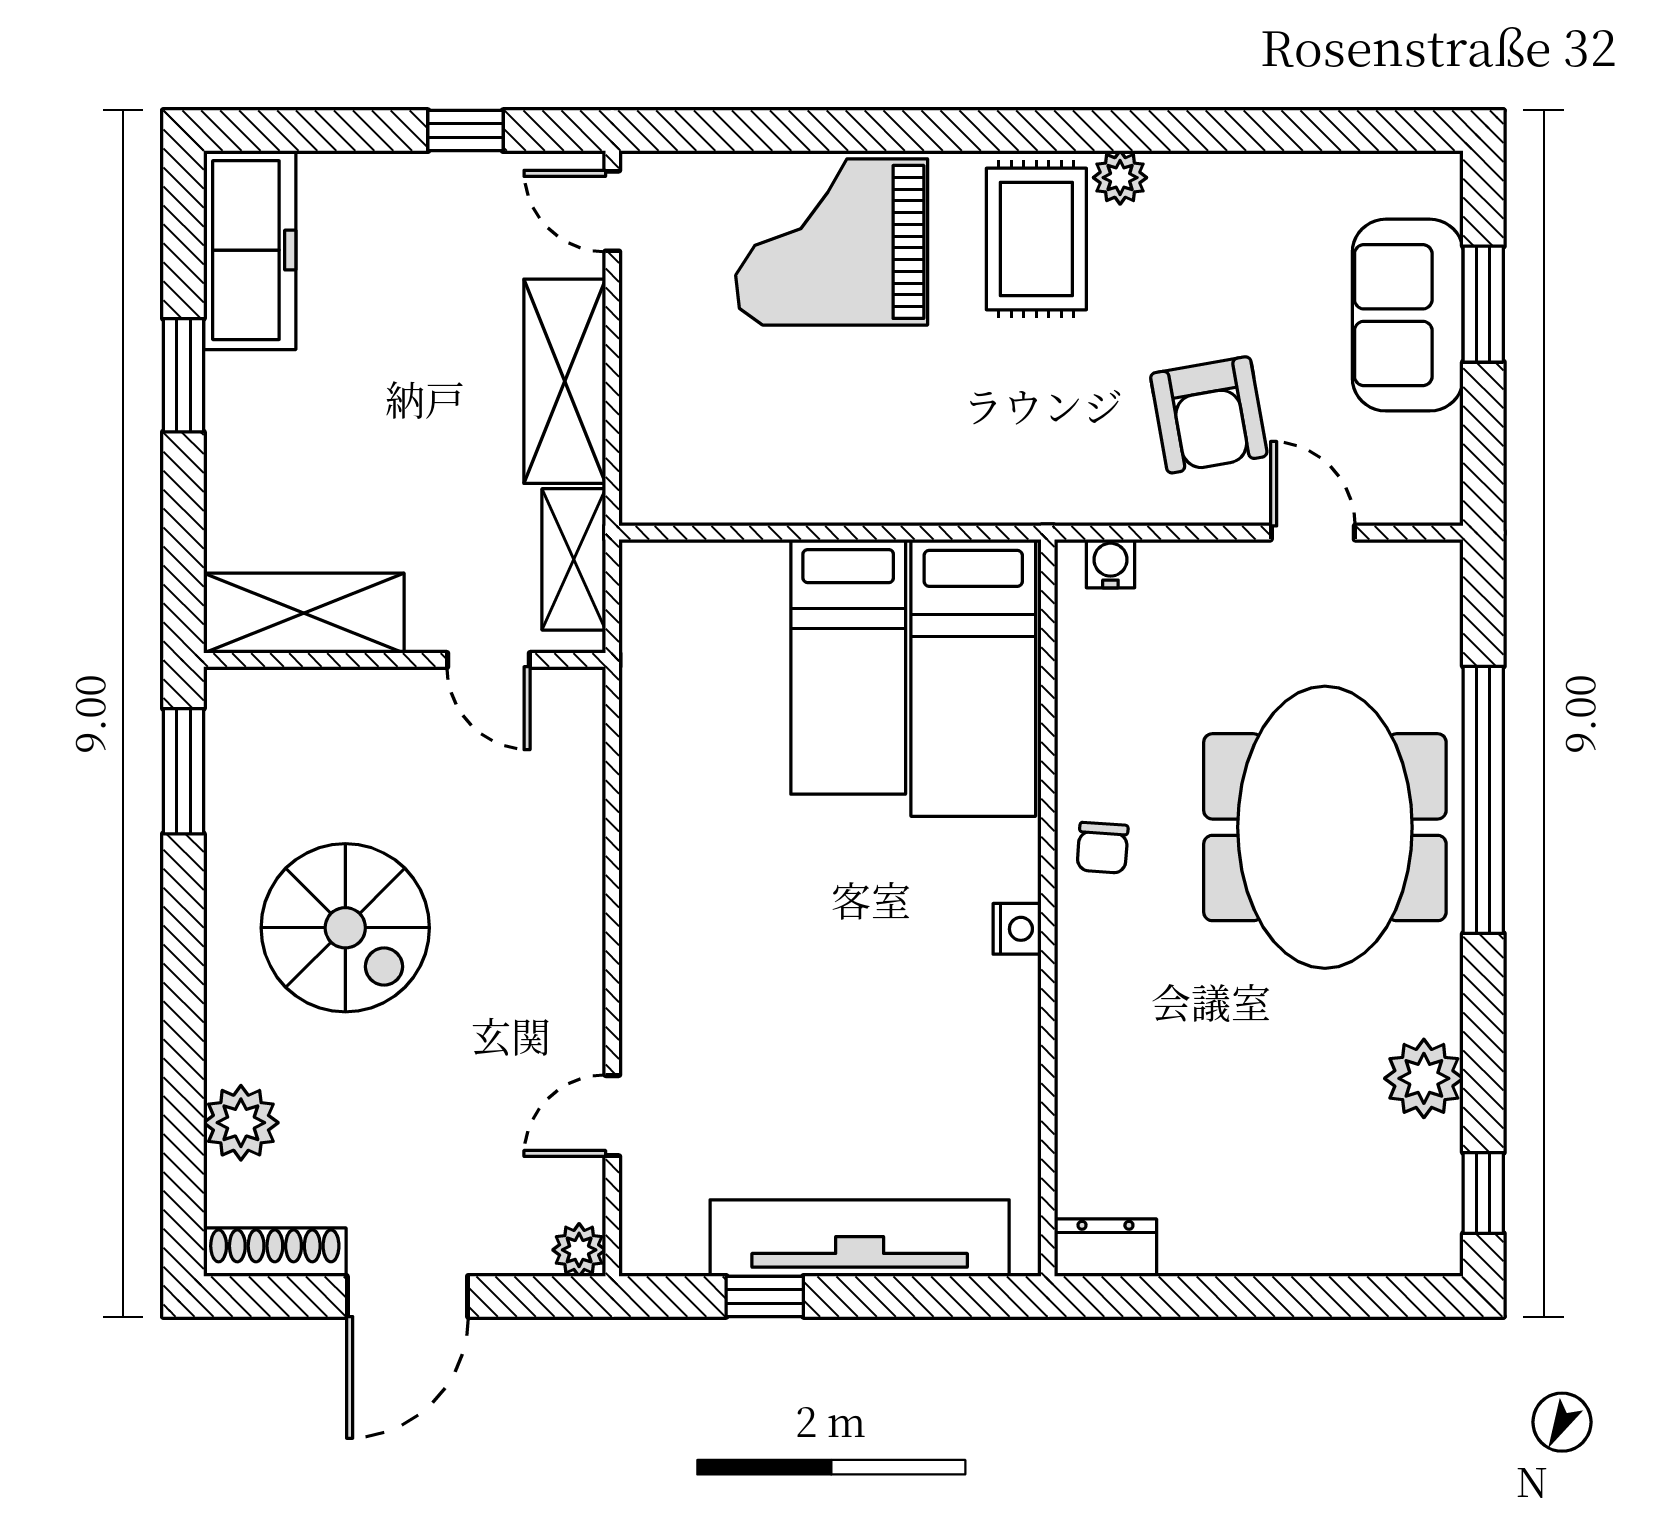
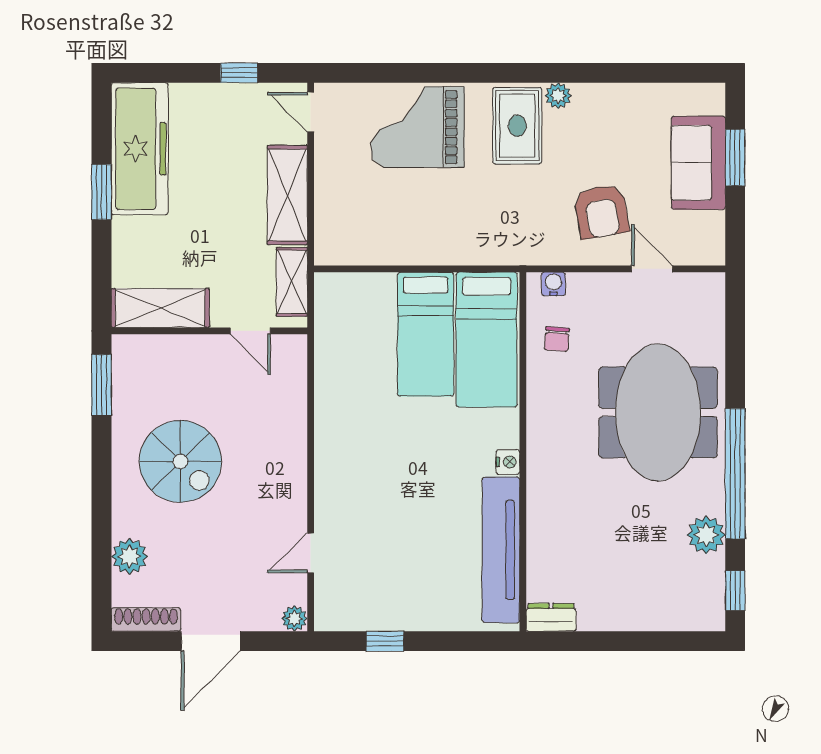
freezer: (250, 250) -> (140, 149), width x1.36, depth x1.26
window: (1483, 800) -> (735, 474), moved
chair: (1103, 848) -> (557, 339), moved
tv unit: (860, 1238) -> (501, 550), moved, turned -90

